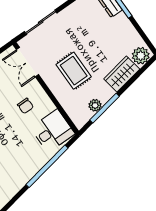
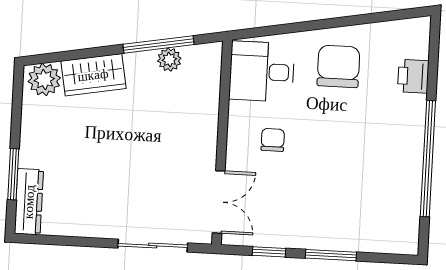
rug: (74, 71) -> (161, 136), removed
chair: (22, 158) -> (338, 66), added
window: (47, 166) -> (311, 26), removed

